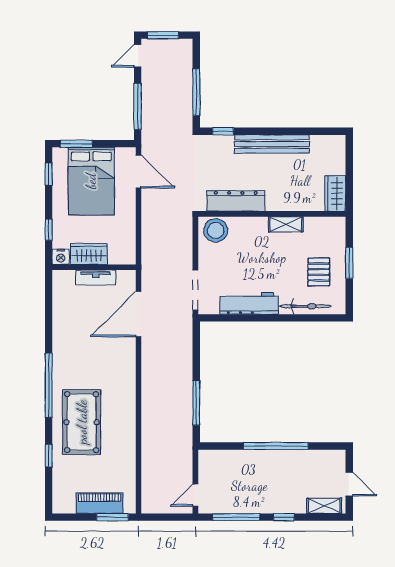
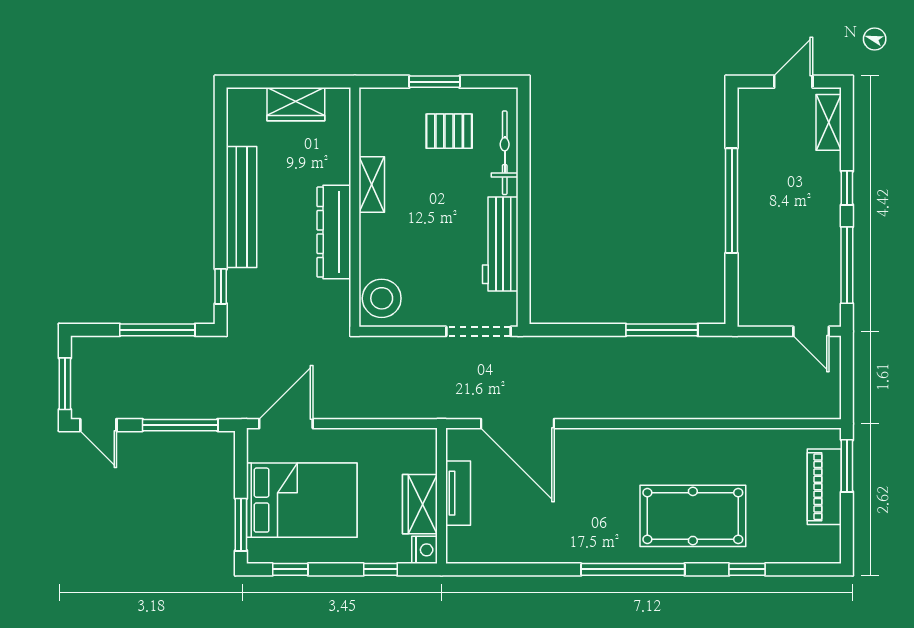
wardrobe: (335, 194) -> (296, 104), moved
dresser: (236, 201) -> (334, 232), moved

